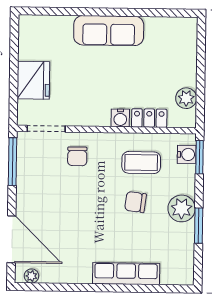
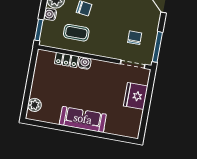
plant: (186, 98) -> (34, 105), moved
water cooler: (187, 154) -> (50, 14), moved
chair: (77, 156) -> (135, 38), moved

